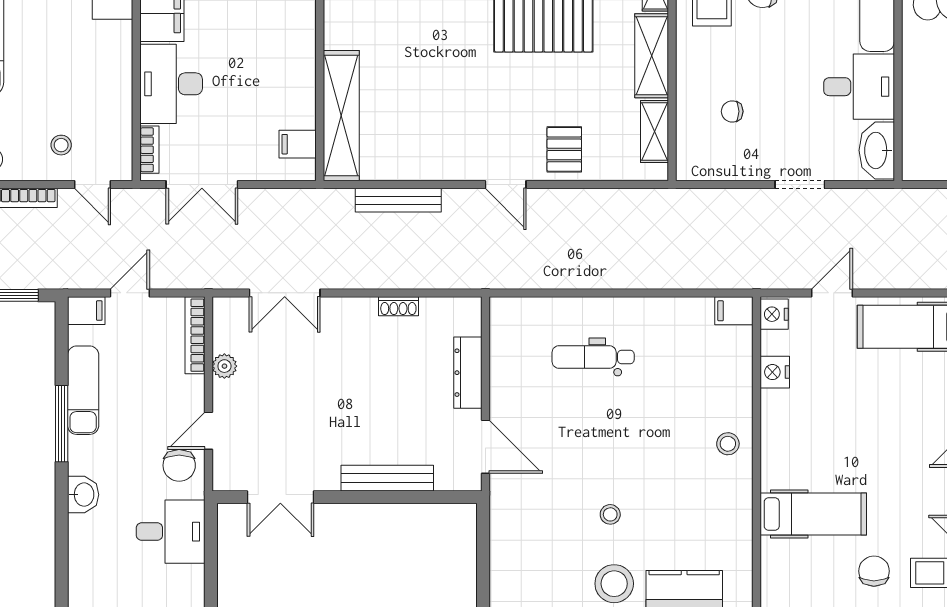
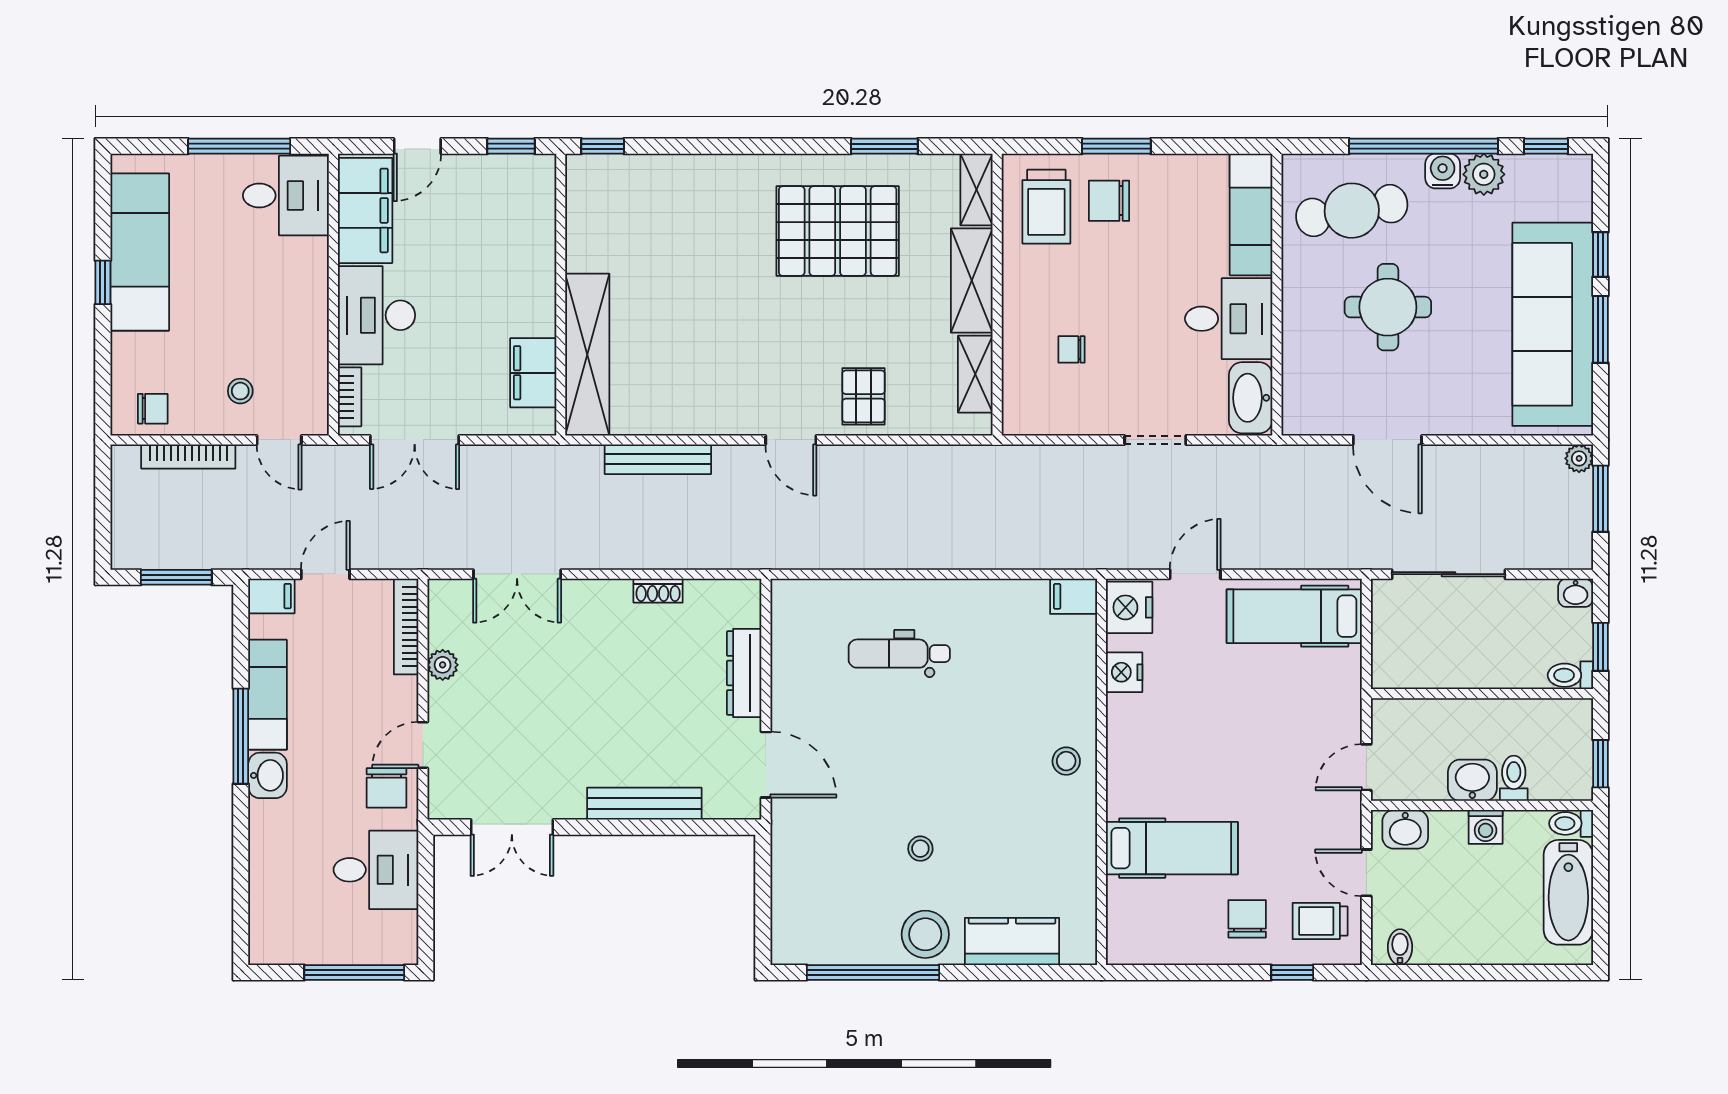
filing cabinet: (298, 144) -> (533, 373), width x2.00
nightstand: (774, 314) -> (1129, 607), width x1.36, depth x1.33
washbasin: (83, 495) -> (268, 775), moved

